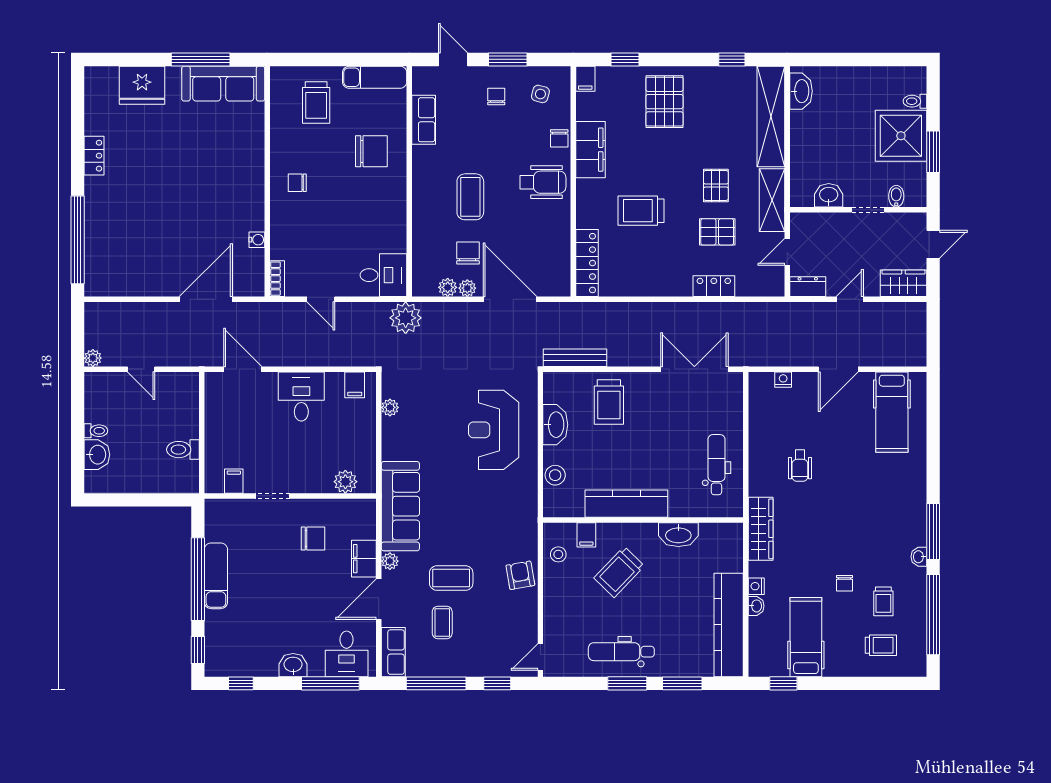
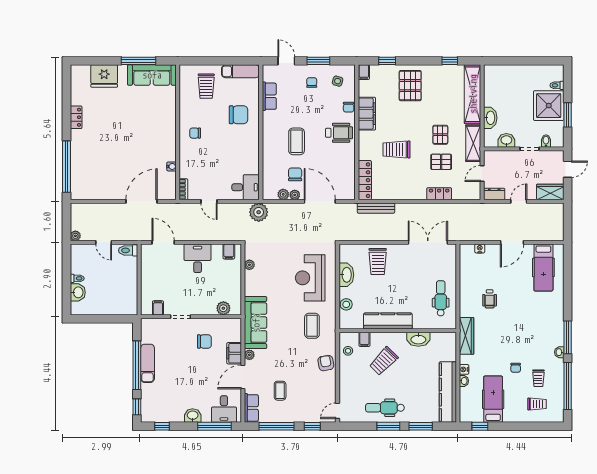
washbasin: (801, 91) -> (490, 118), moved
bench: (575, 358) -> (376, 208), moved
toilet: (183, 450) -> (128, 250), moved
coffee table: (451, 578) -> (312, 326), moved, turned 90

